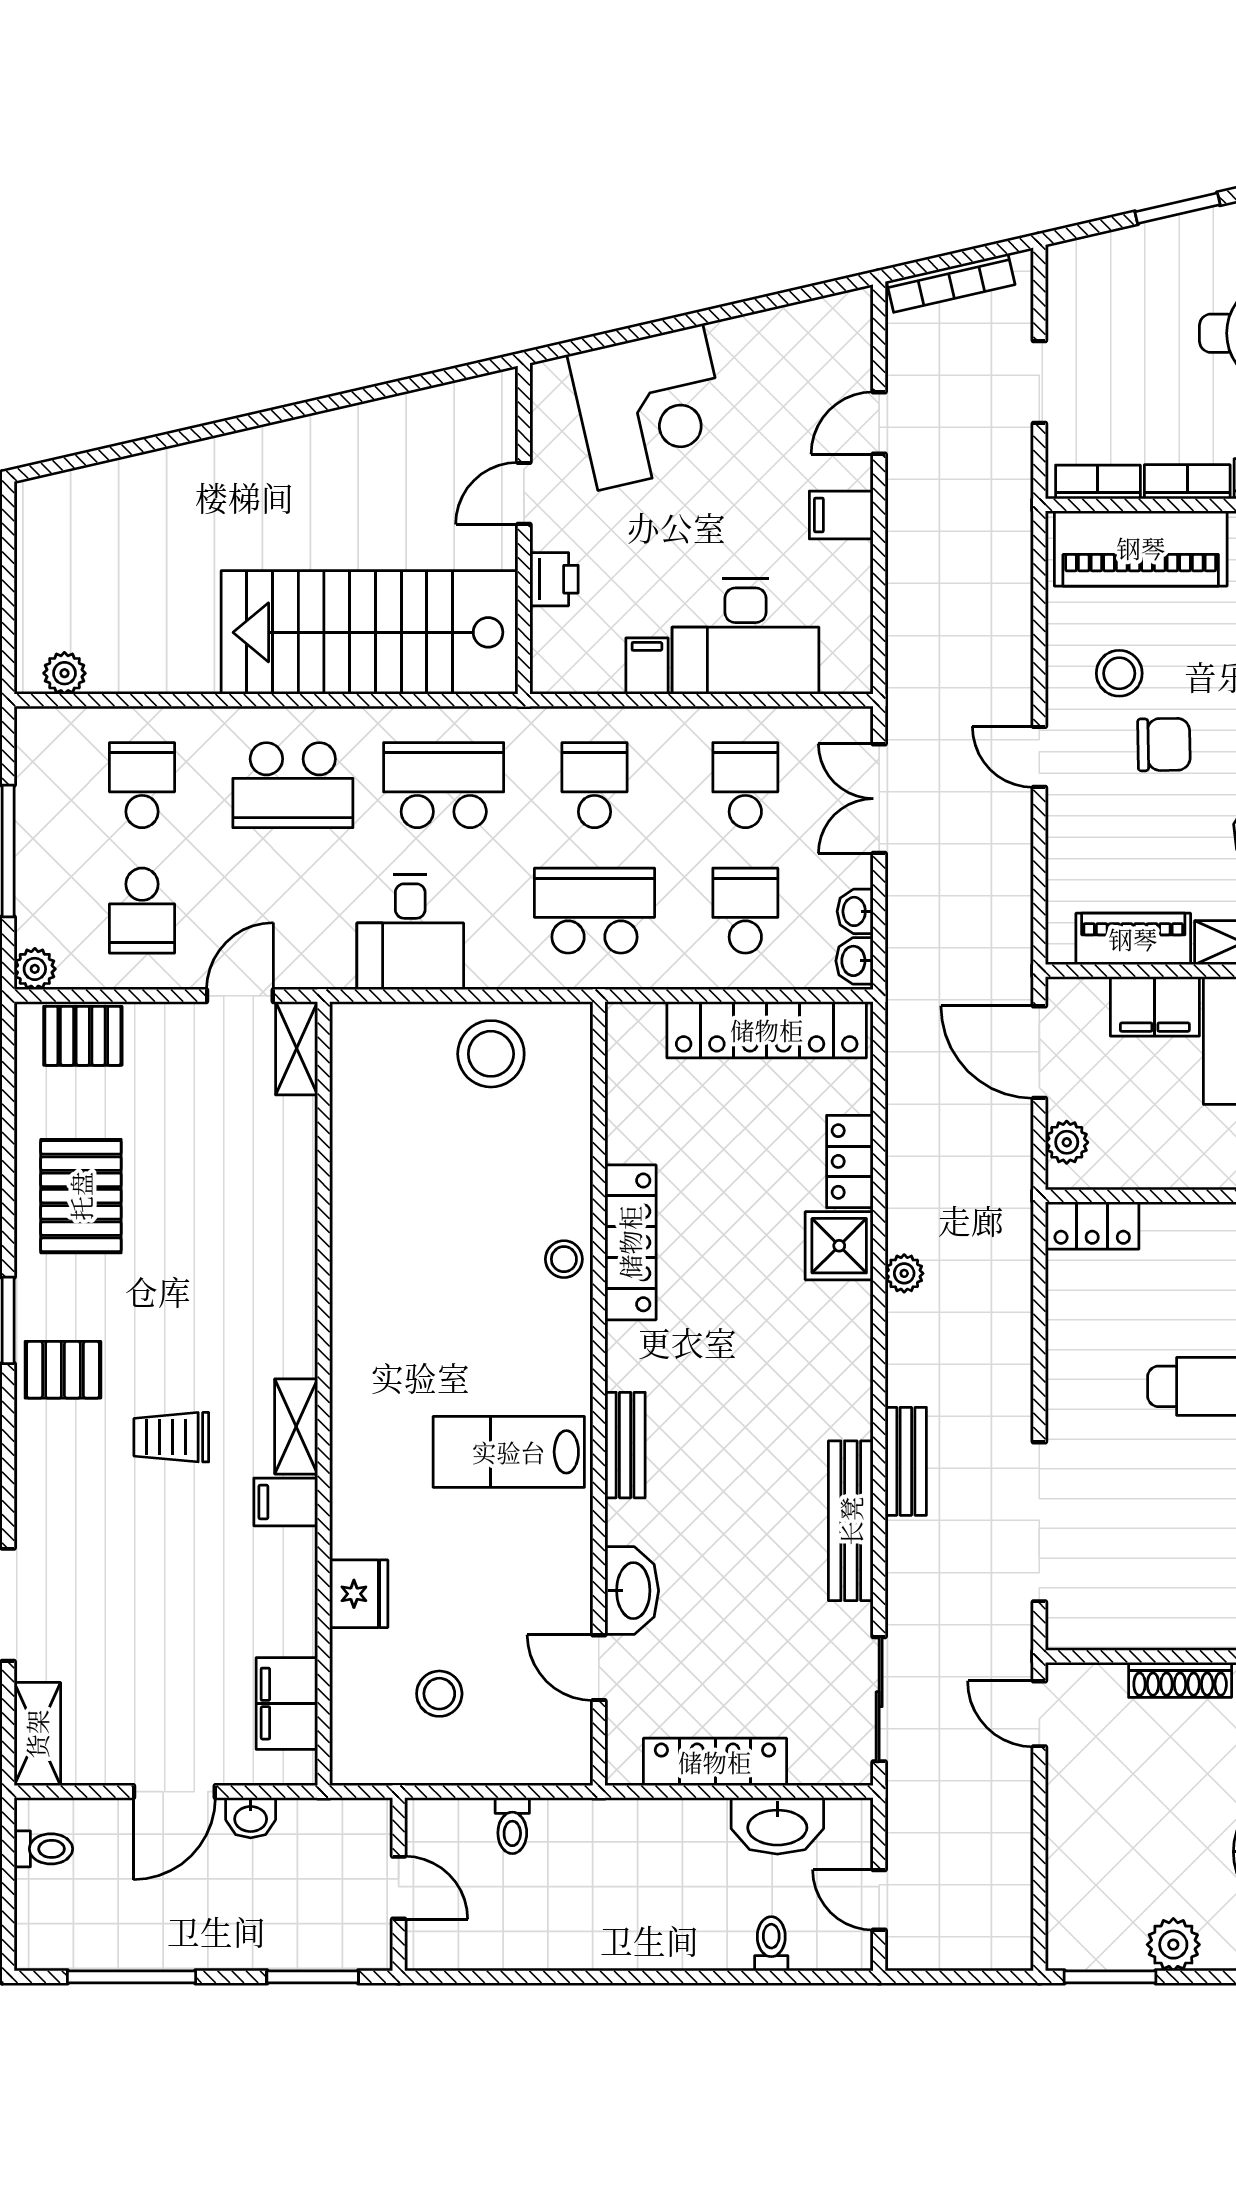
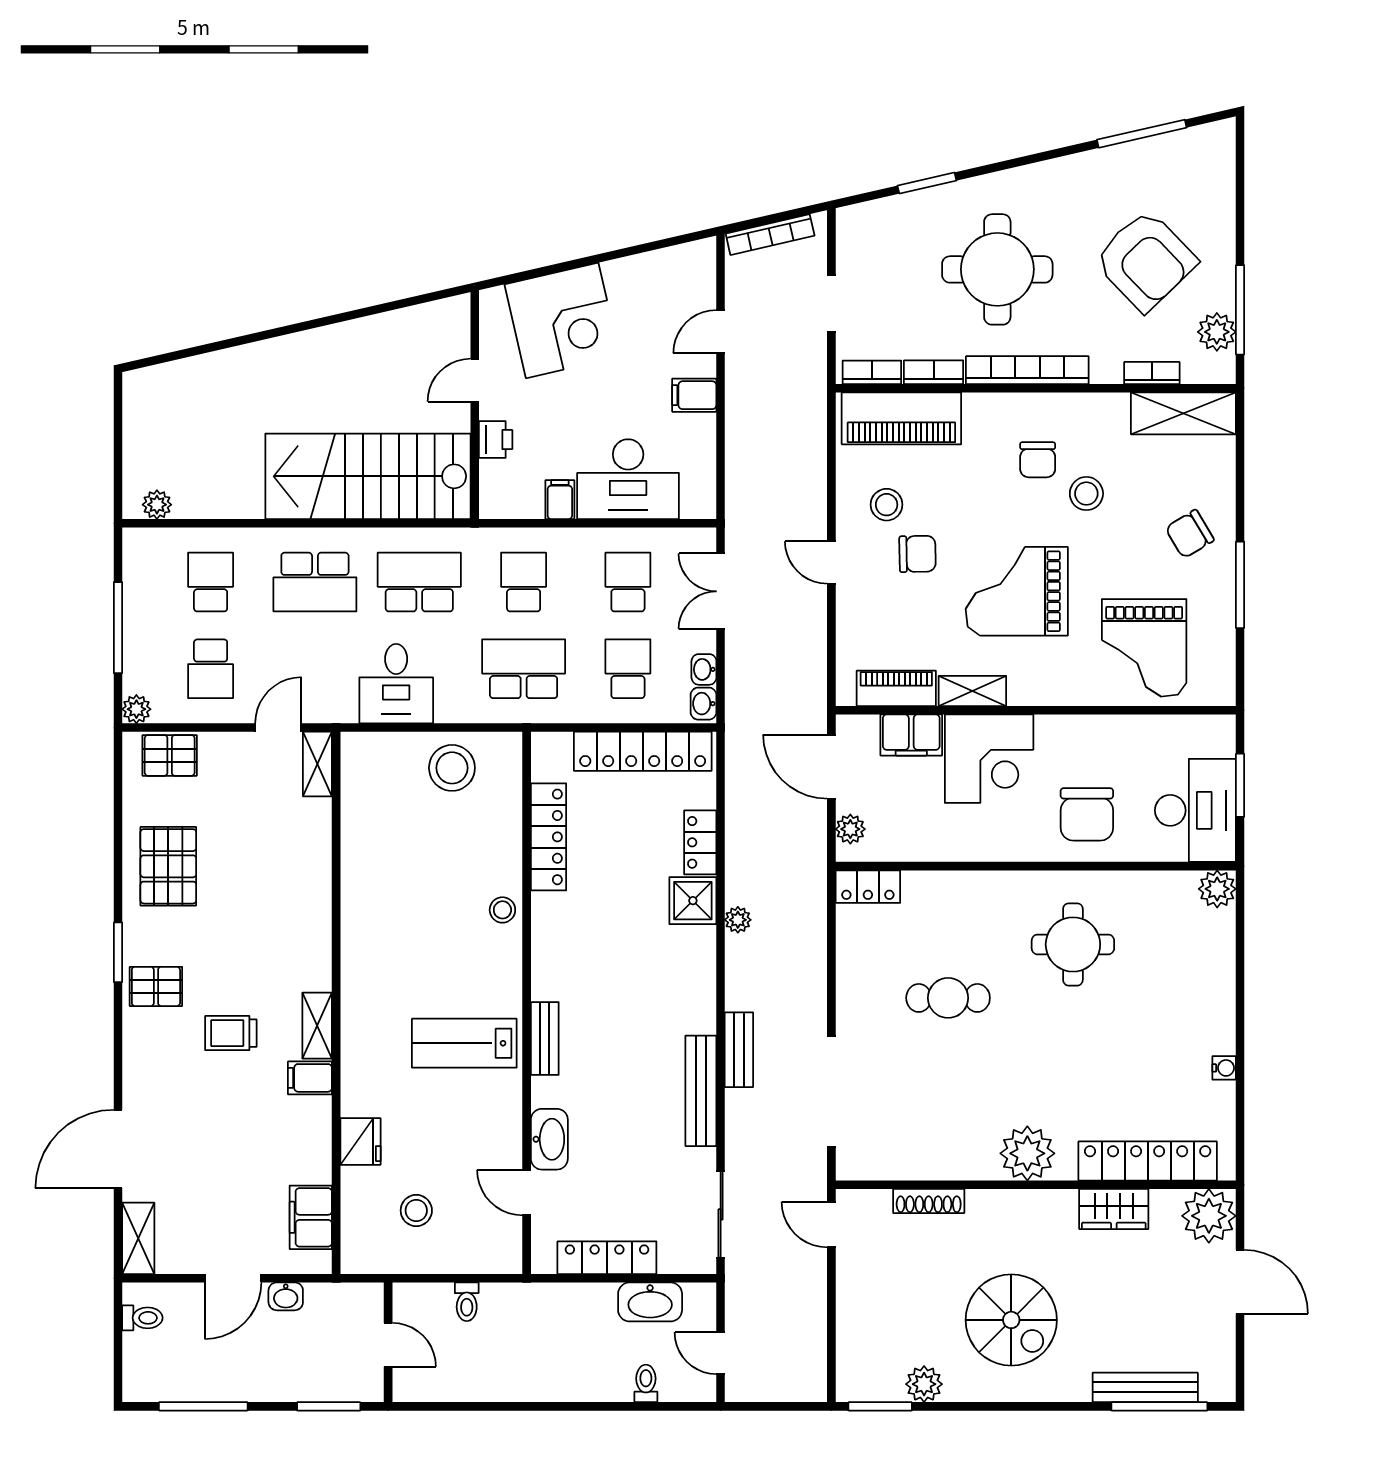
locker: (630, 1242) -> (549, 837), moved

